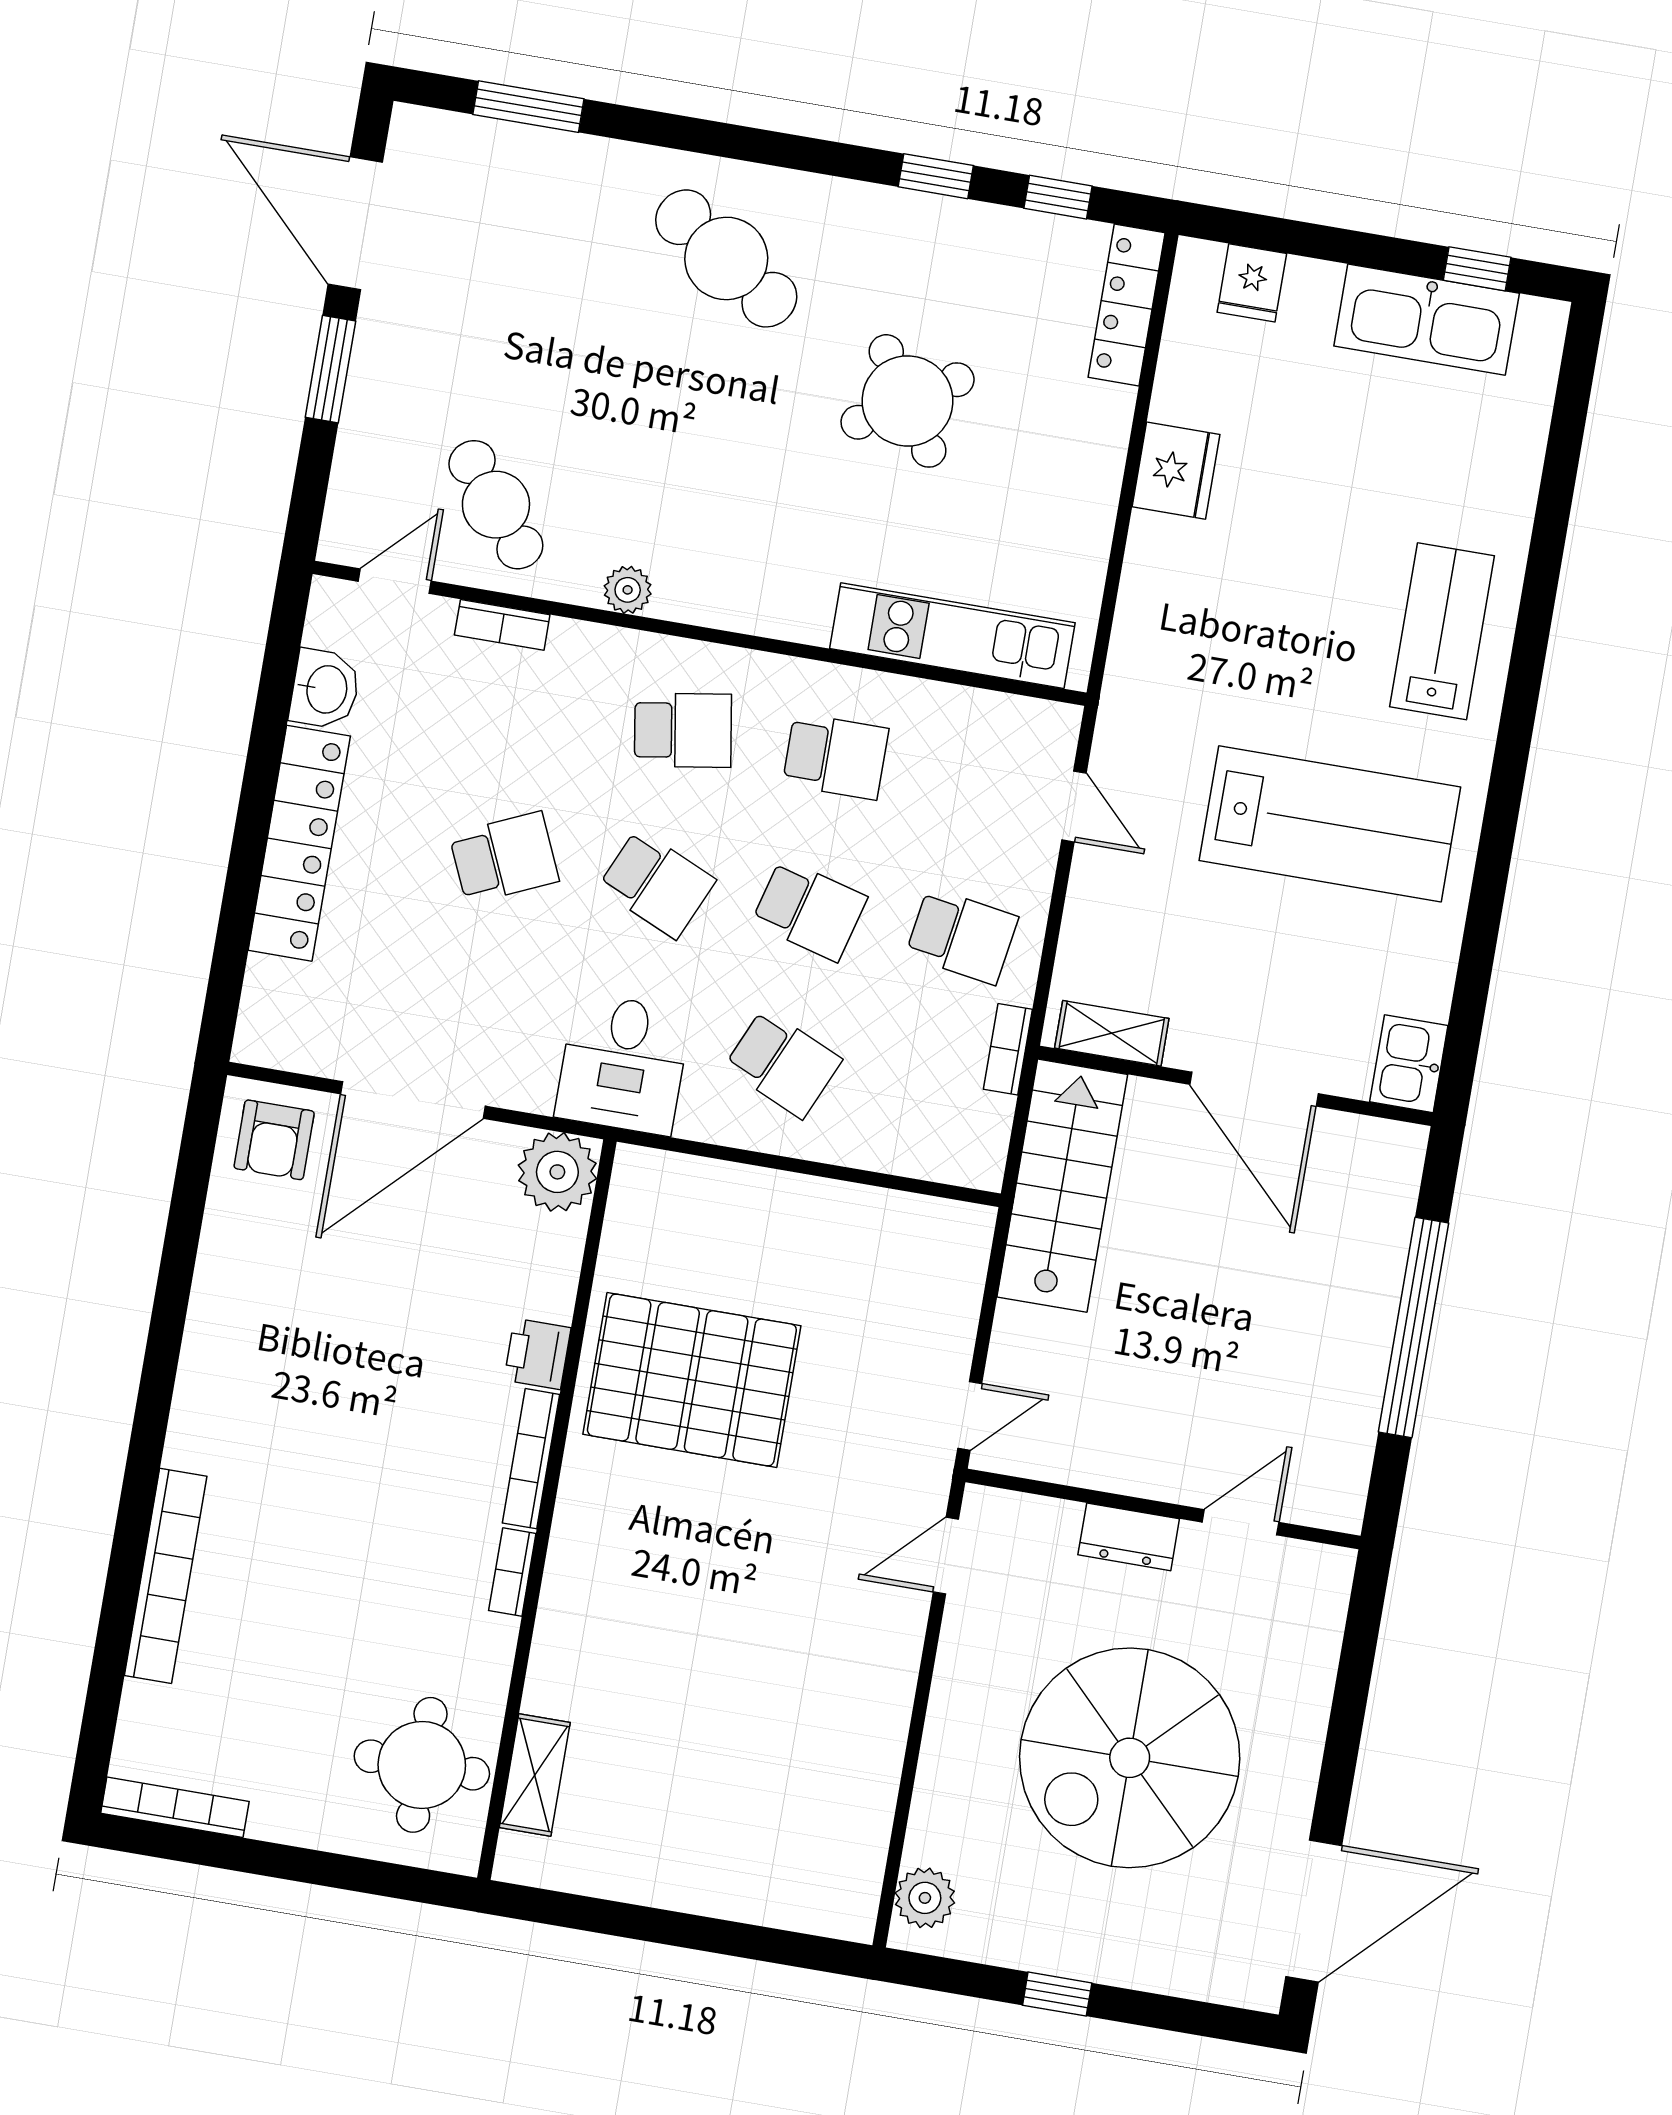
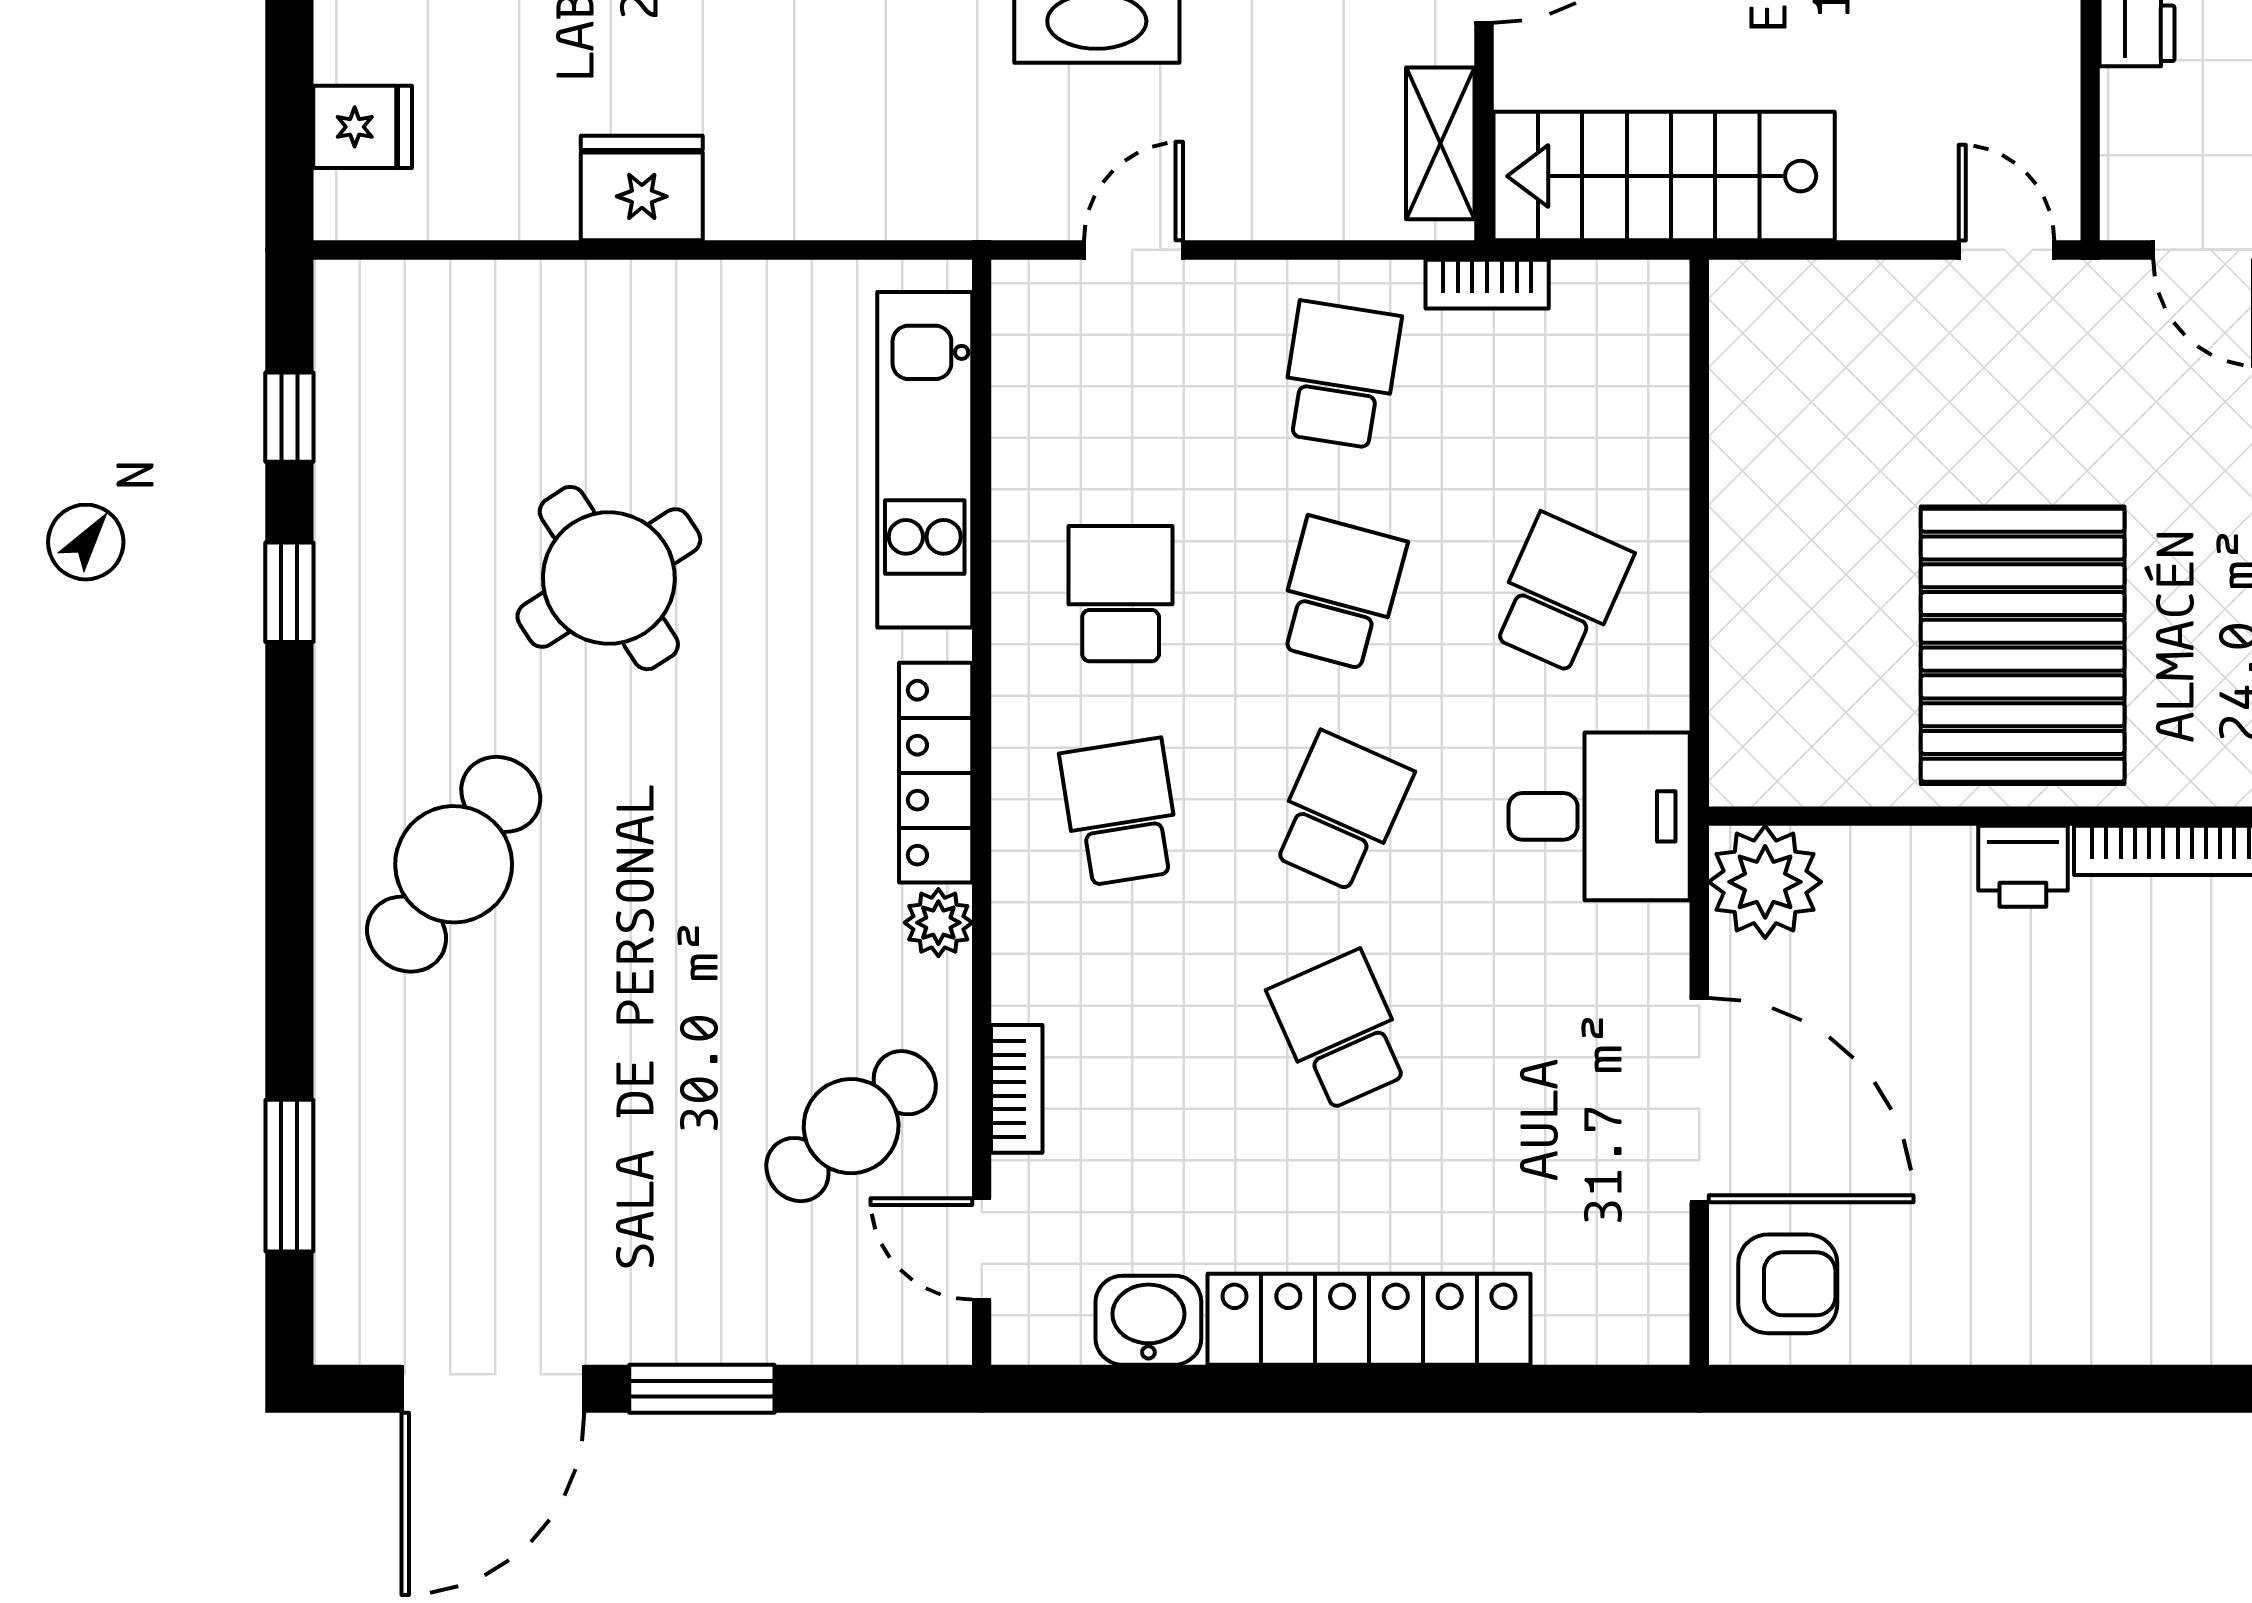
locker: (1127, 305) -> (936, 773), moved, turned 90

